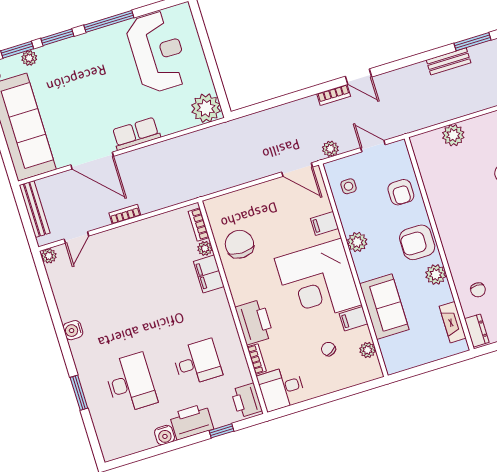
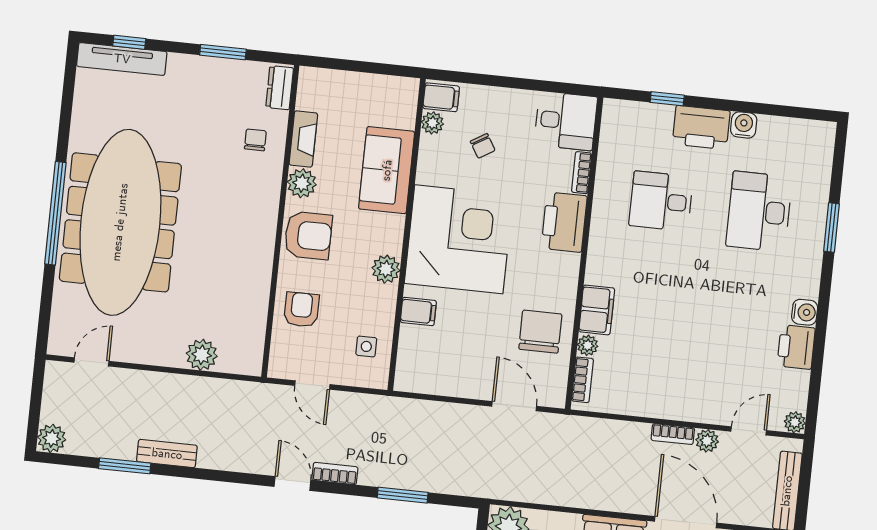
window: (284, 100) -> (403, 495), added
plant: (330, 149) -> (707, 441), moved
door: (297, 170) -> (514, 406), moved
chair: (239, 244) -> (540, 332), turned 180
filing cabinet: (353, 319) -> (441, 97), moved
fireplace: (453, 322) -> (303, 139), moved
printer: (247, 400) -> (796, 347), moved, turned 180

